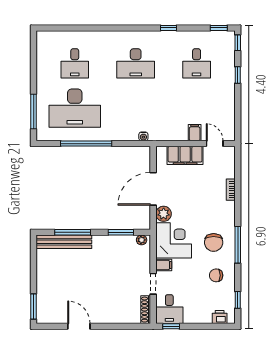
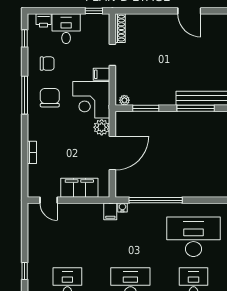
filing cabinet: (195, 133) -> (110, 211), moved
window: (86, 144) -> (156, 200), moved
desk: (169, 309) -> (66, 29), moved

